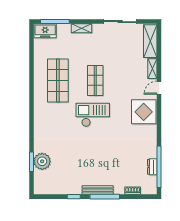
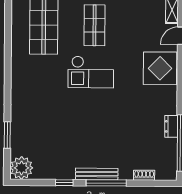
checkout: (93, 115) -> (91, 72), turned 180
plant: (42, 161) -> (21, 168), moved
dresser: (152, 167) -> (171, 126), moved

